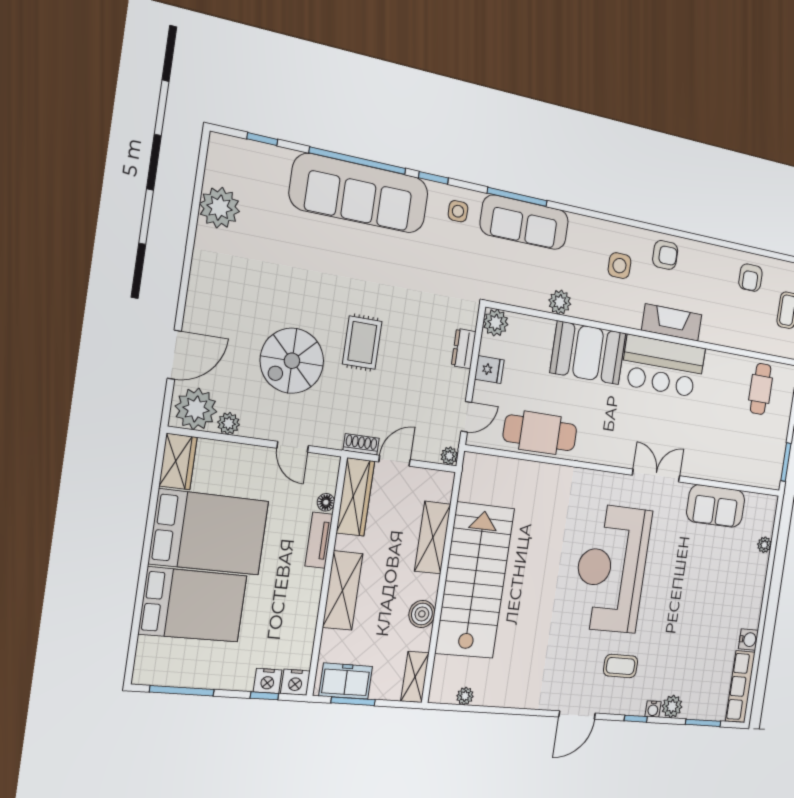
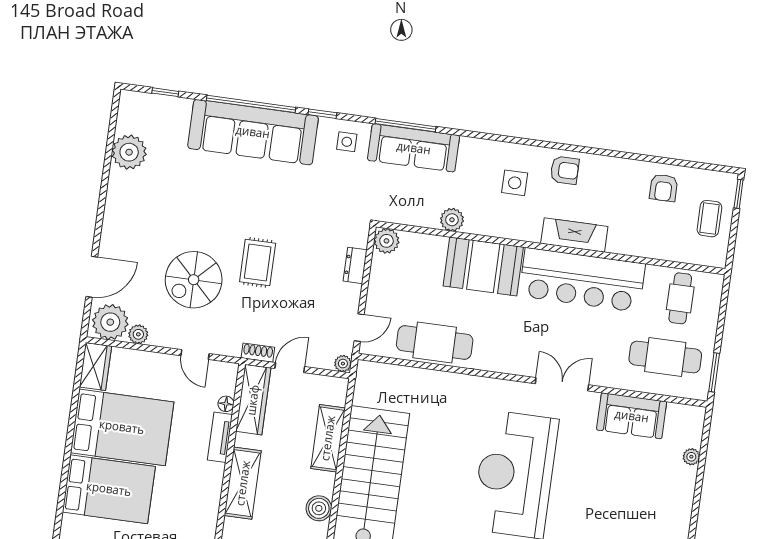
bar counter: (663, 366) -> (582, 280), width x1.36
fridge: (489, 370) -> (381, 284), removed
cafe table: (746, 447) -> (665, 357), added

